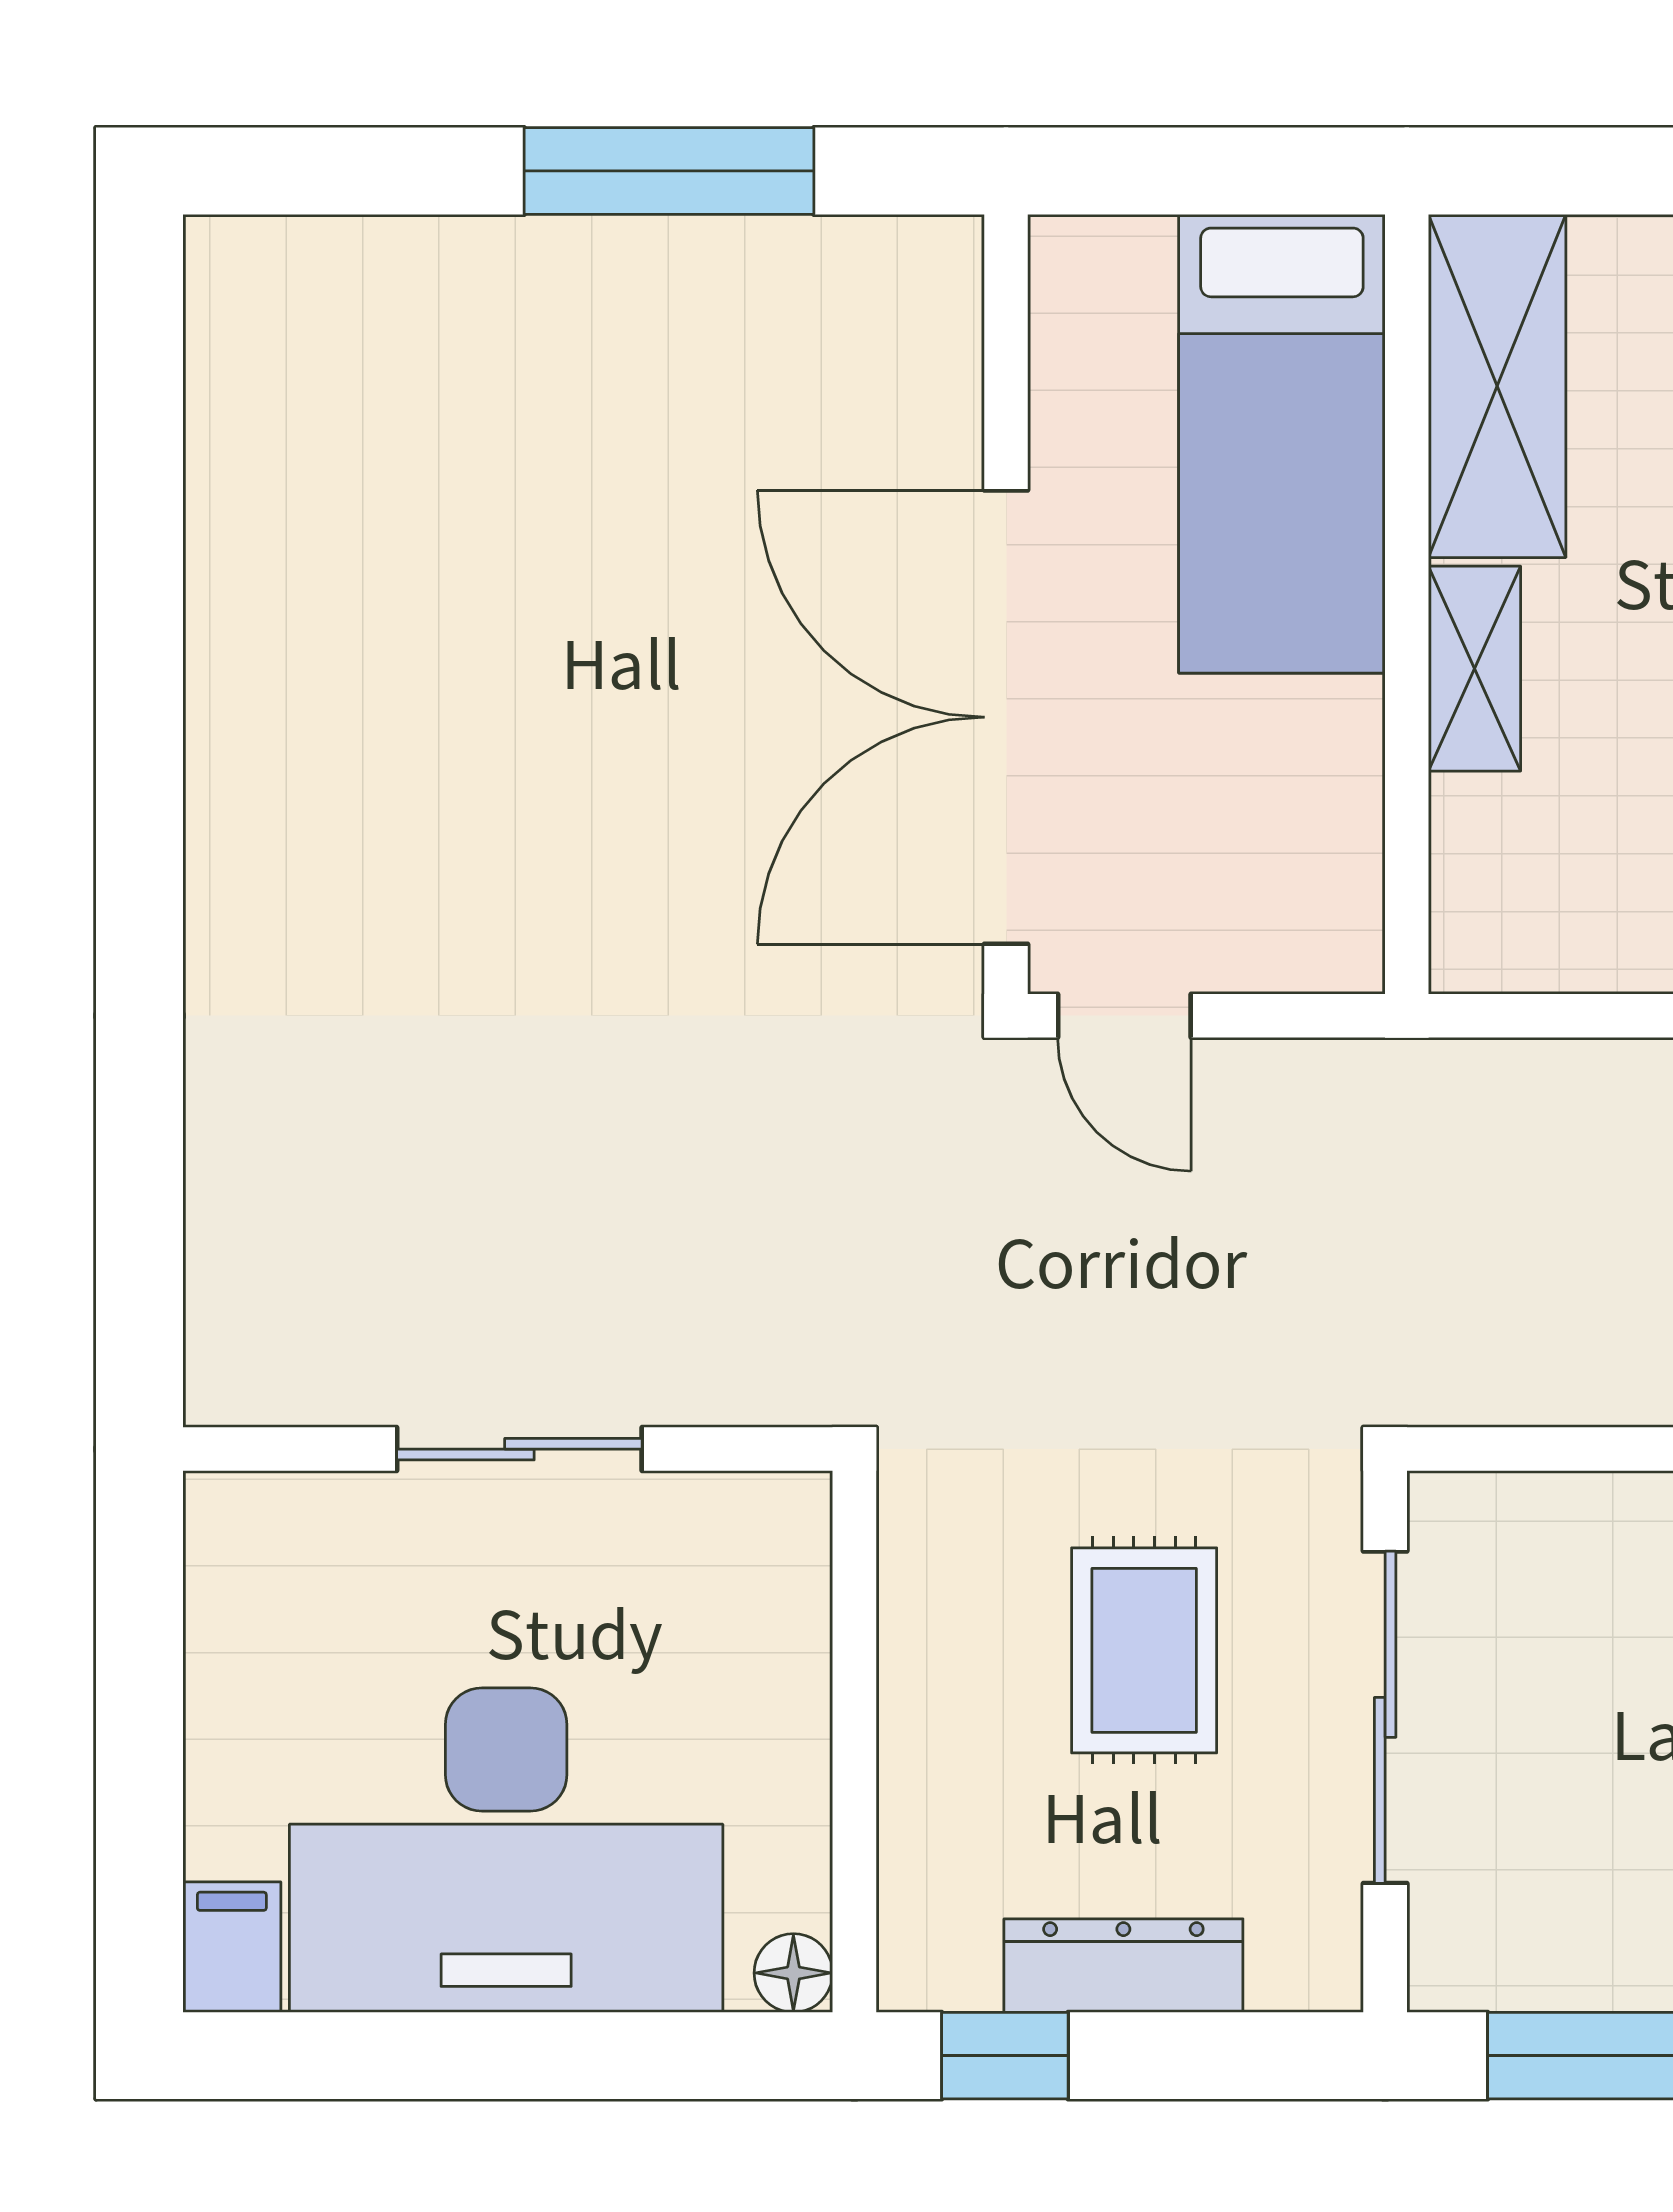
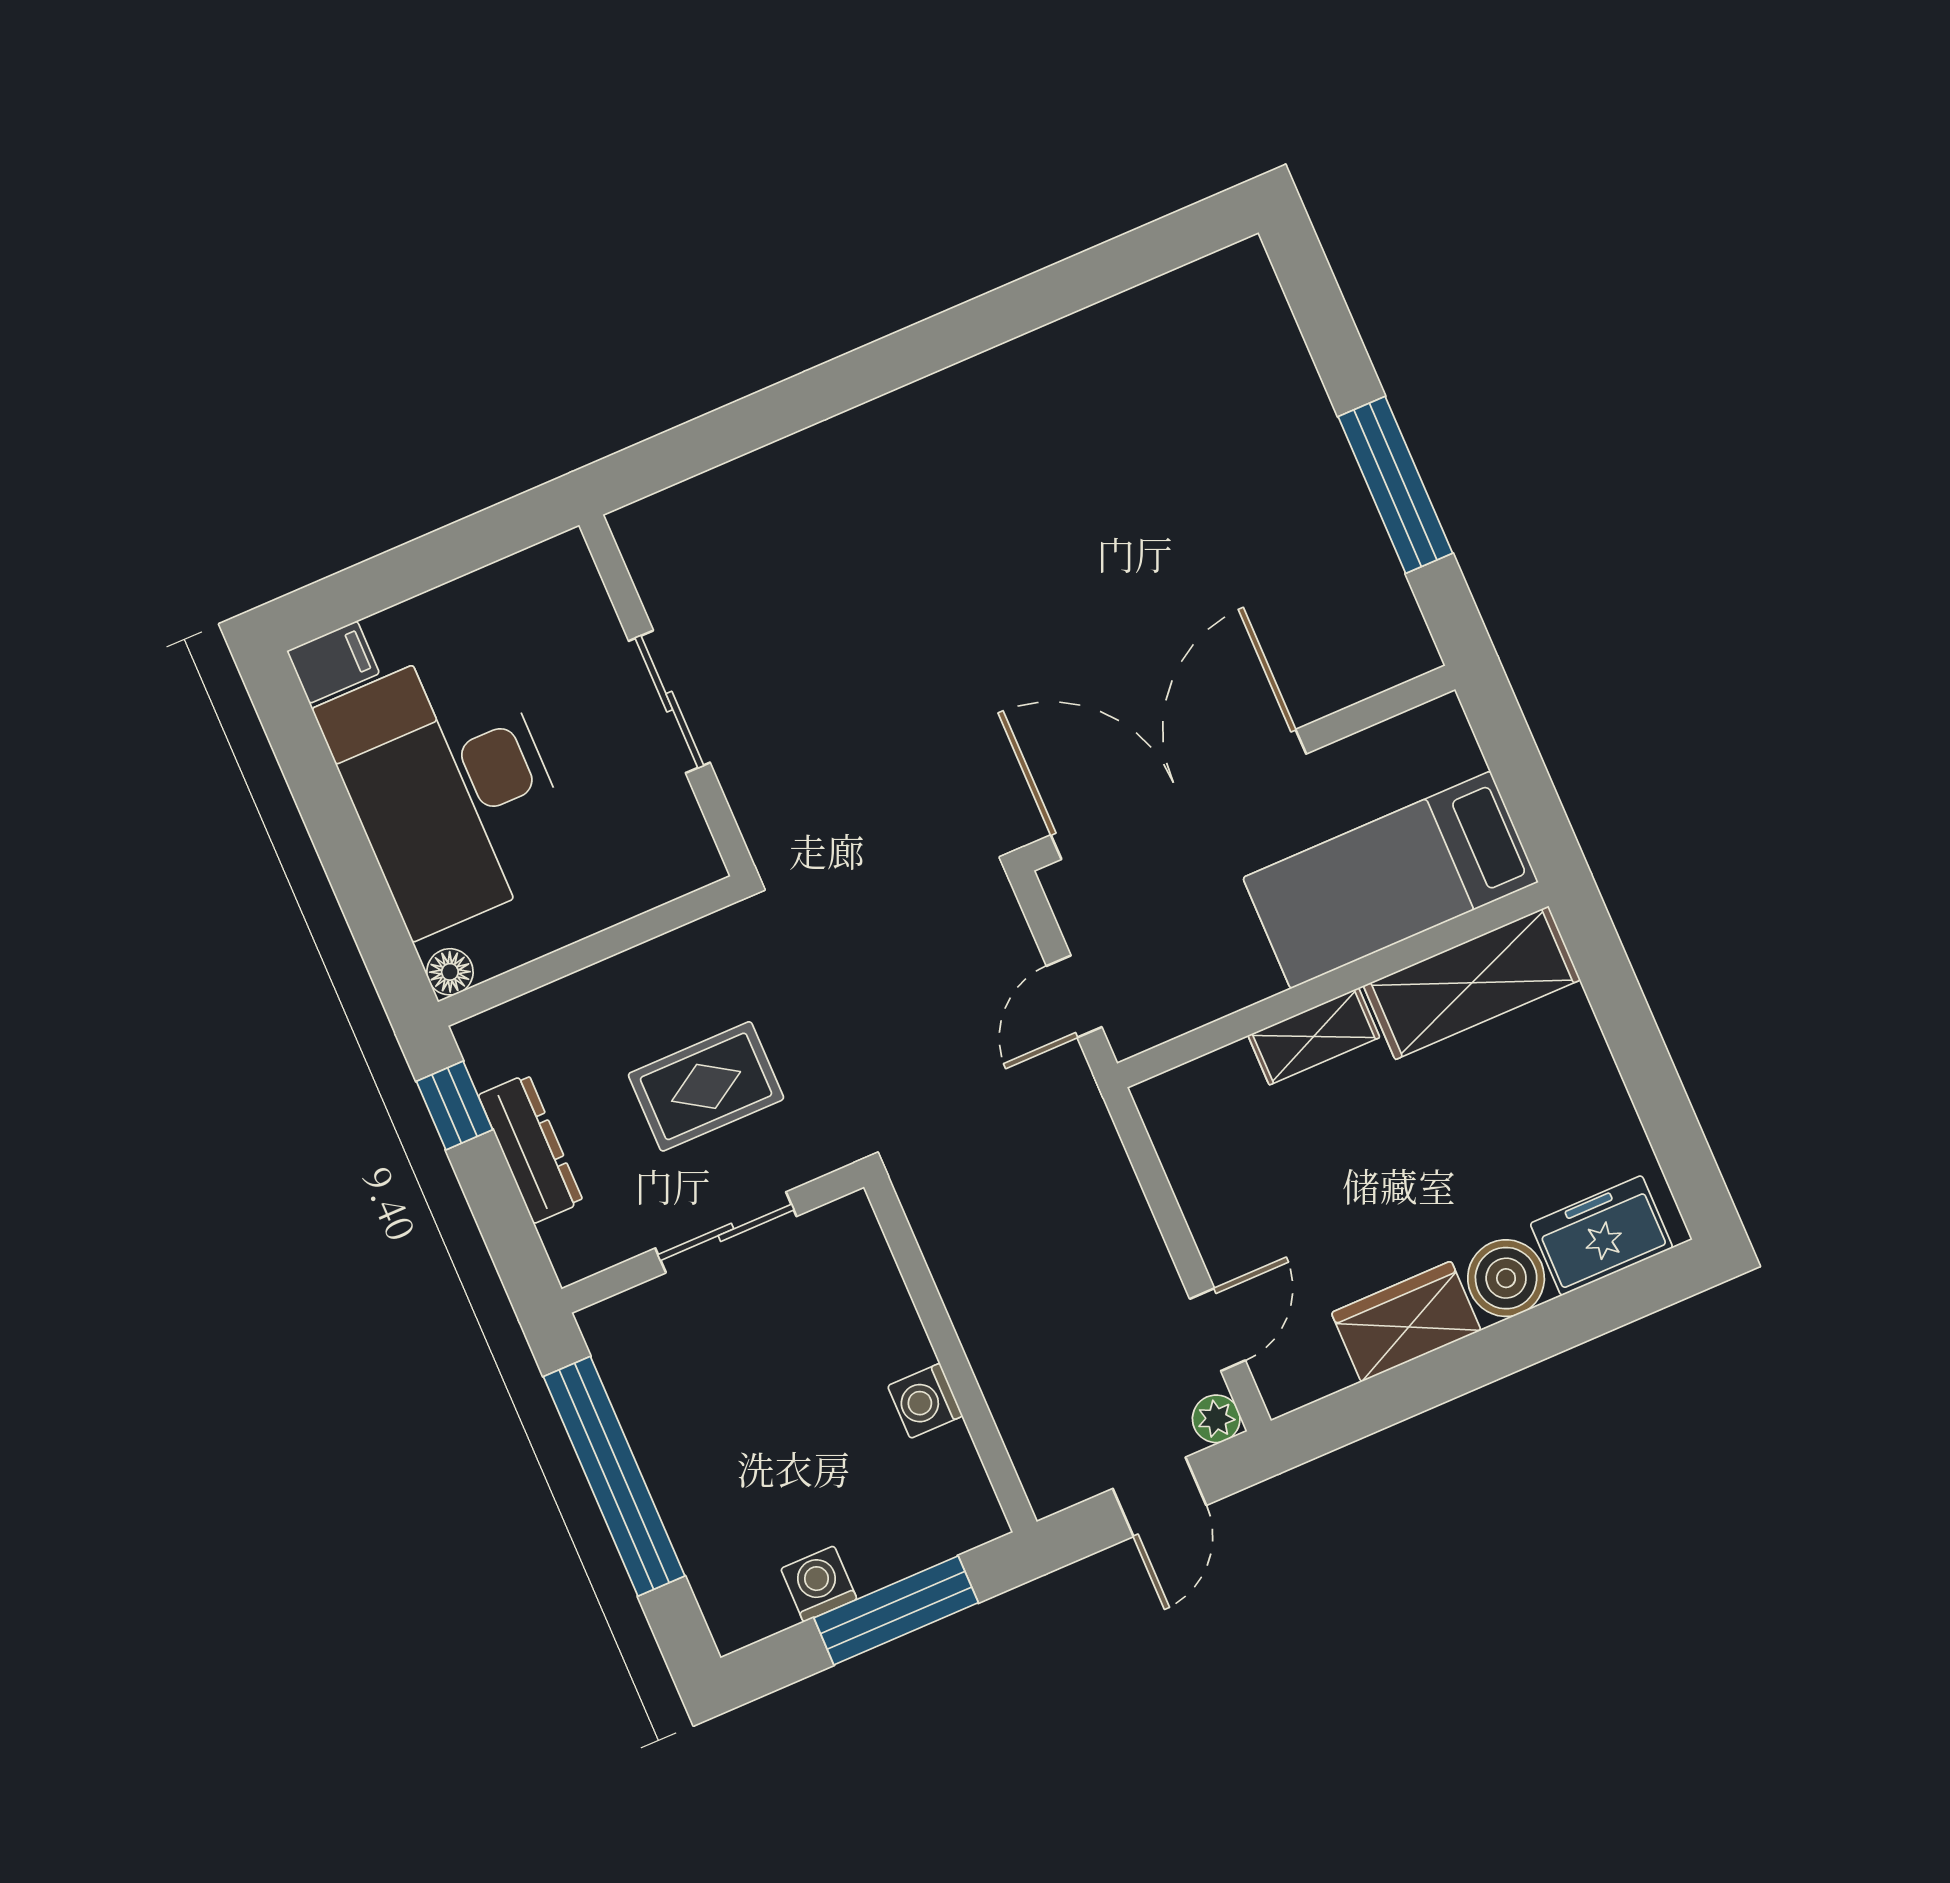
door: (1124, 1016) -> (1074, 996), moved
sliding door: (1385, 1717) -> (726, 1232), width x0.73

